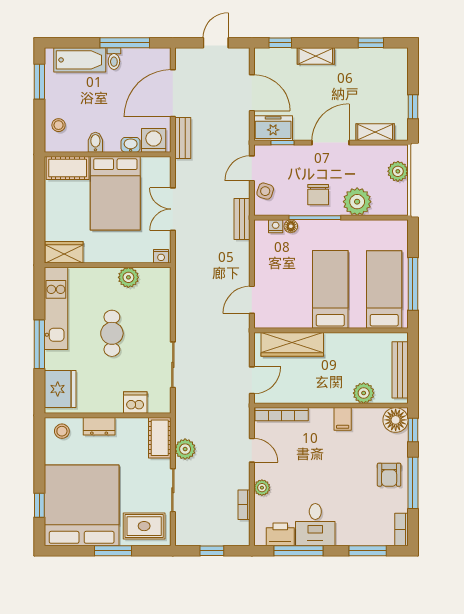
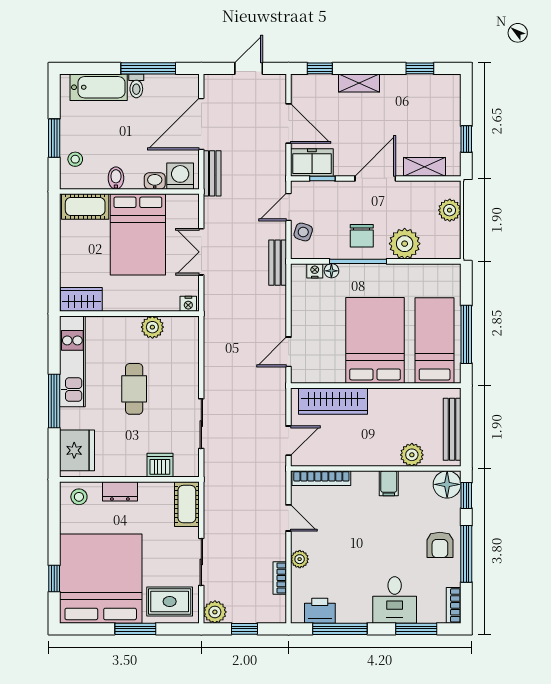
window: (39, 82) -> (54, 138), moved
bed: (330, 289) -> (375, 340), width x1.50
plant: (185, 449) -> (215, 612), moved
desk: (315, 525) -> (395, 600), moved

